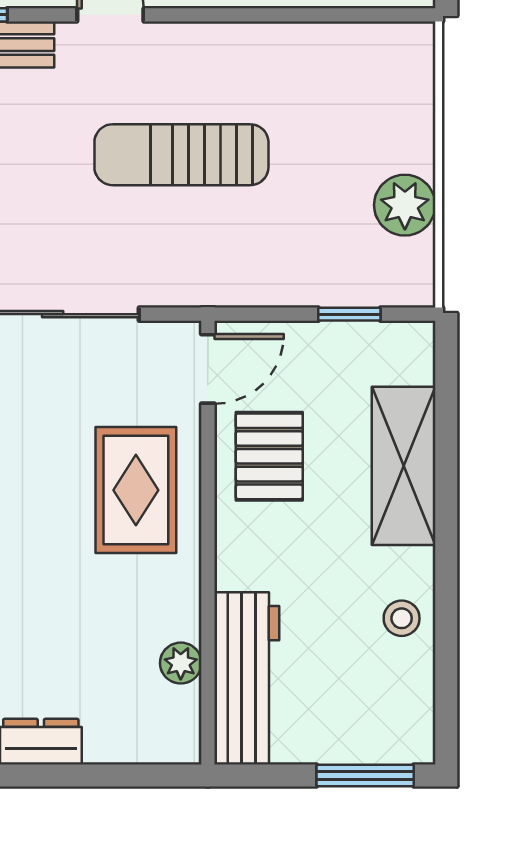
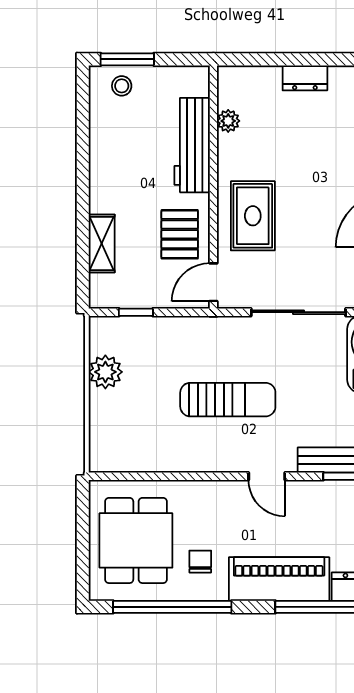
shelving: (404, 466) -> (102, 244), width x0.67, depth x0.75
stool: (402, 618) -> (122, 86), moved
workbench: (247, 678) -> (192, 145), moved

